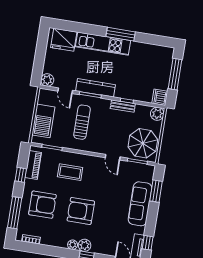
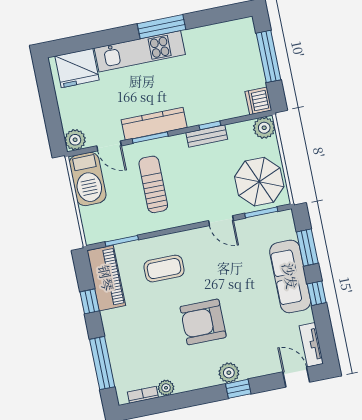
barbecue: (43, 121) -> (88, 179), moved
piano: (33, 165) -> (106, 278), width x1.37, depth x1.33
armchair: (42, 205) -> (140, 334), removed
window: (148, 243) -> (317, 293), moved
plant: (73, 245) -> (166, 388), moved

